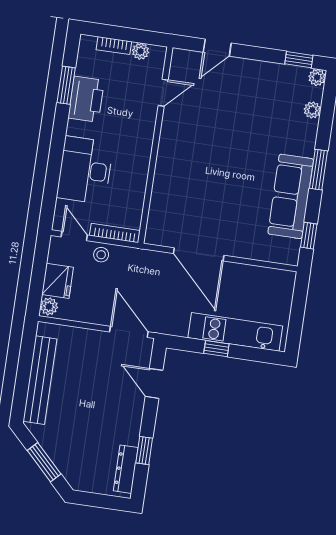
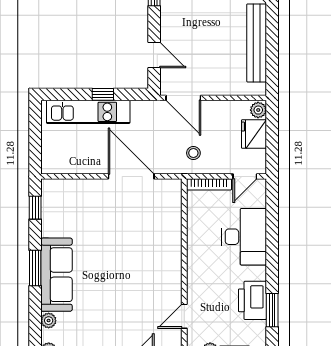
sofa: (291, 196) -> (57, 275), moved
door: (74, 236) -> (245, 176), hinge flipped
stool: (101, 255) -> (193, 153), moved

